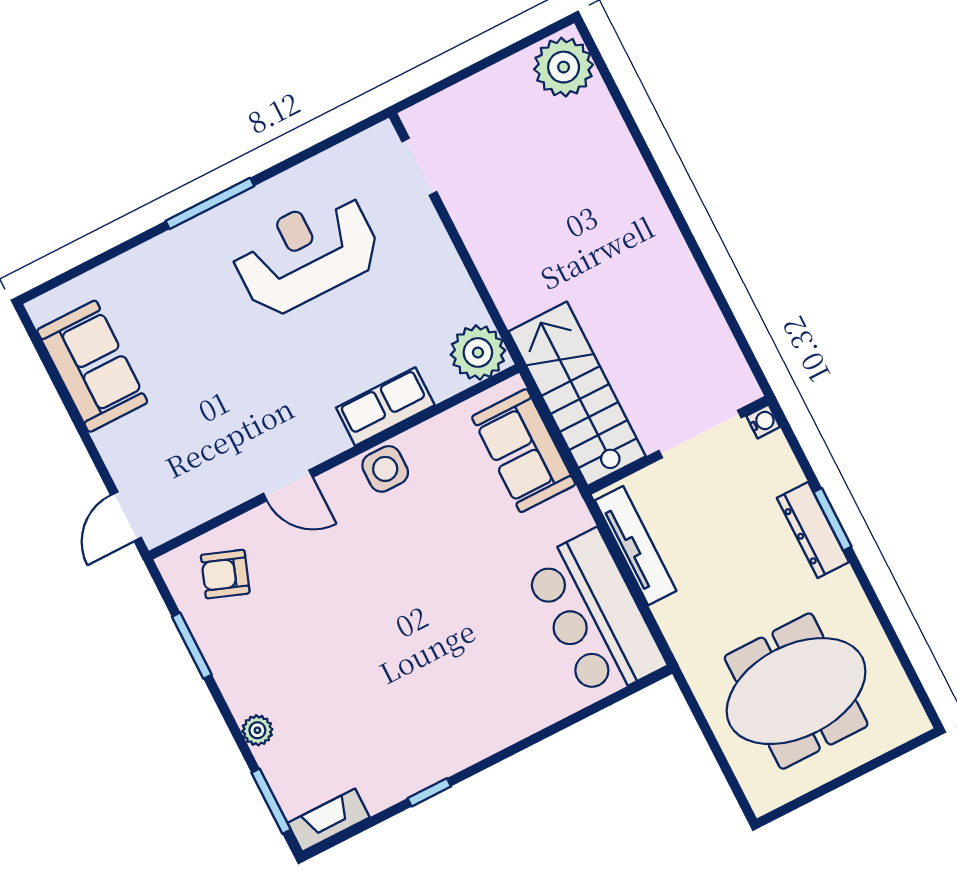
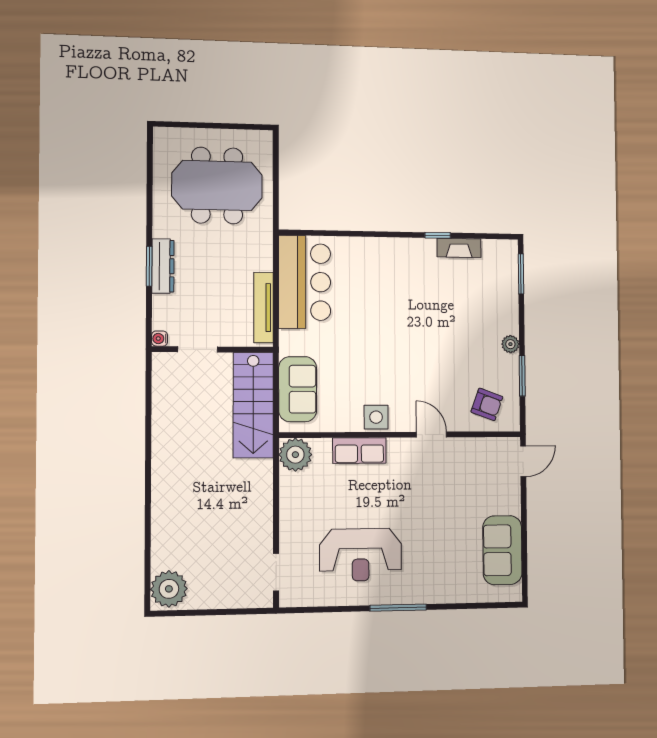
doorway: (700, 434) -> (198, 349), width x0.73
plant: (257, 730) -> (510, 344), moved
fireplace: (329, 820) -> (459, 248), moved

